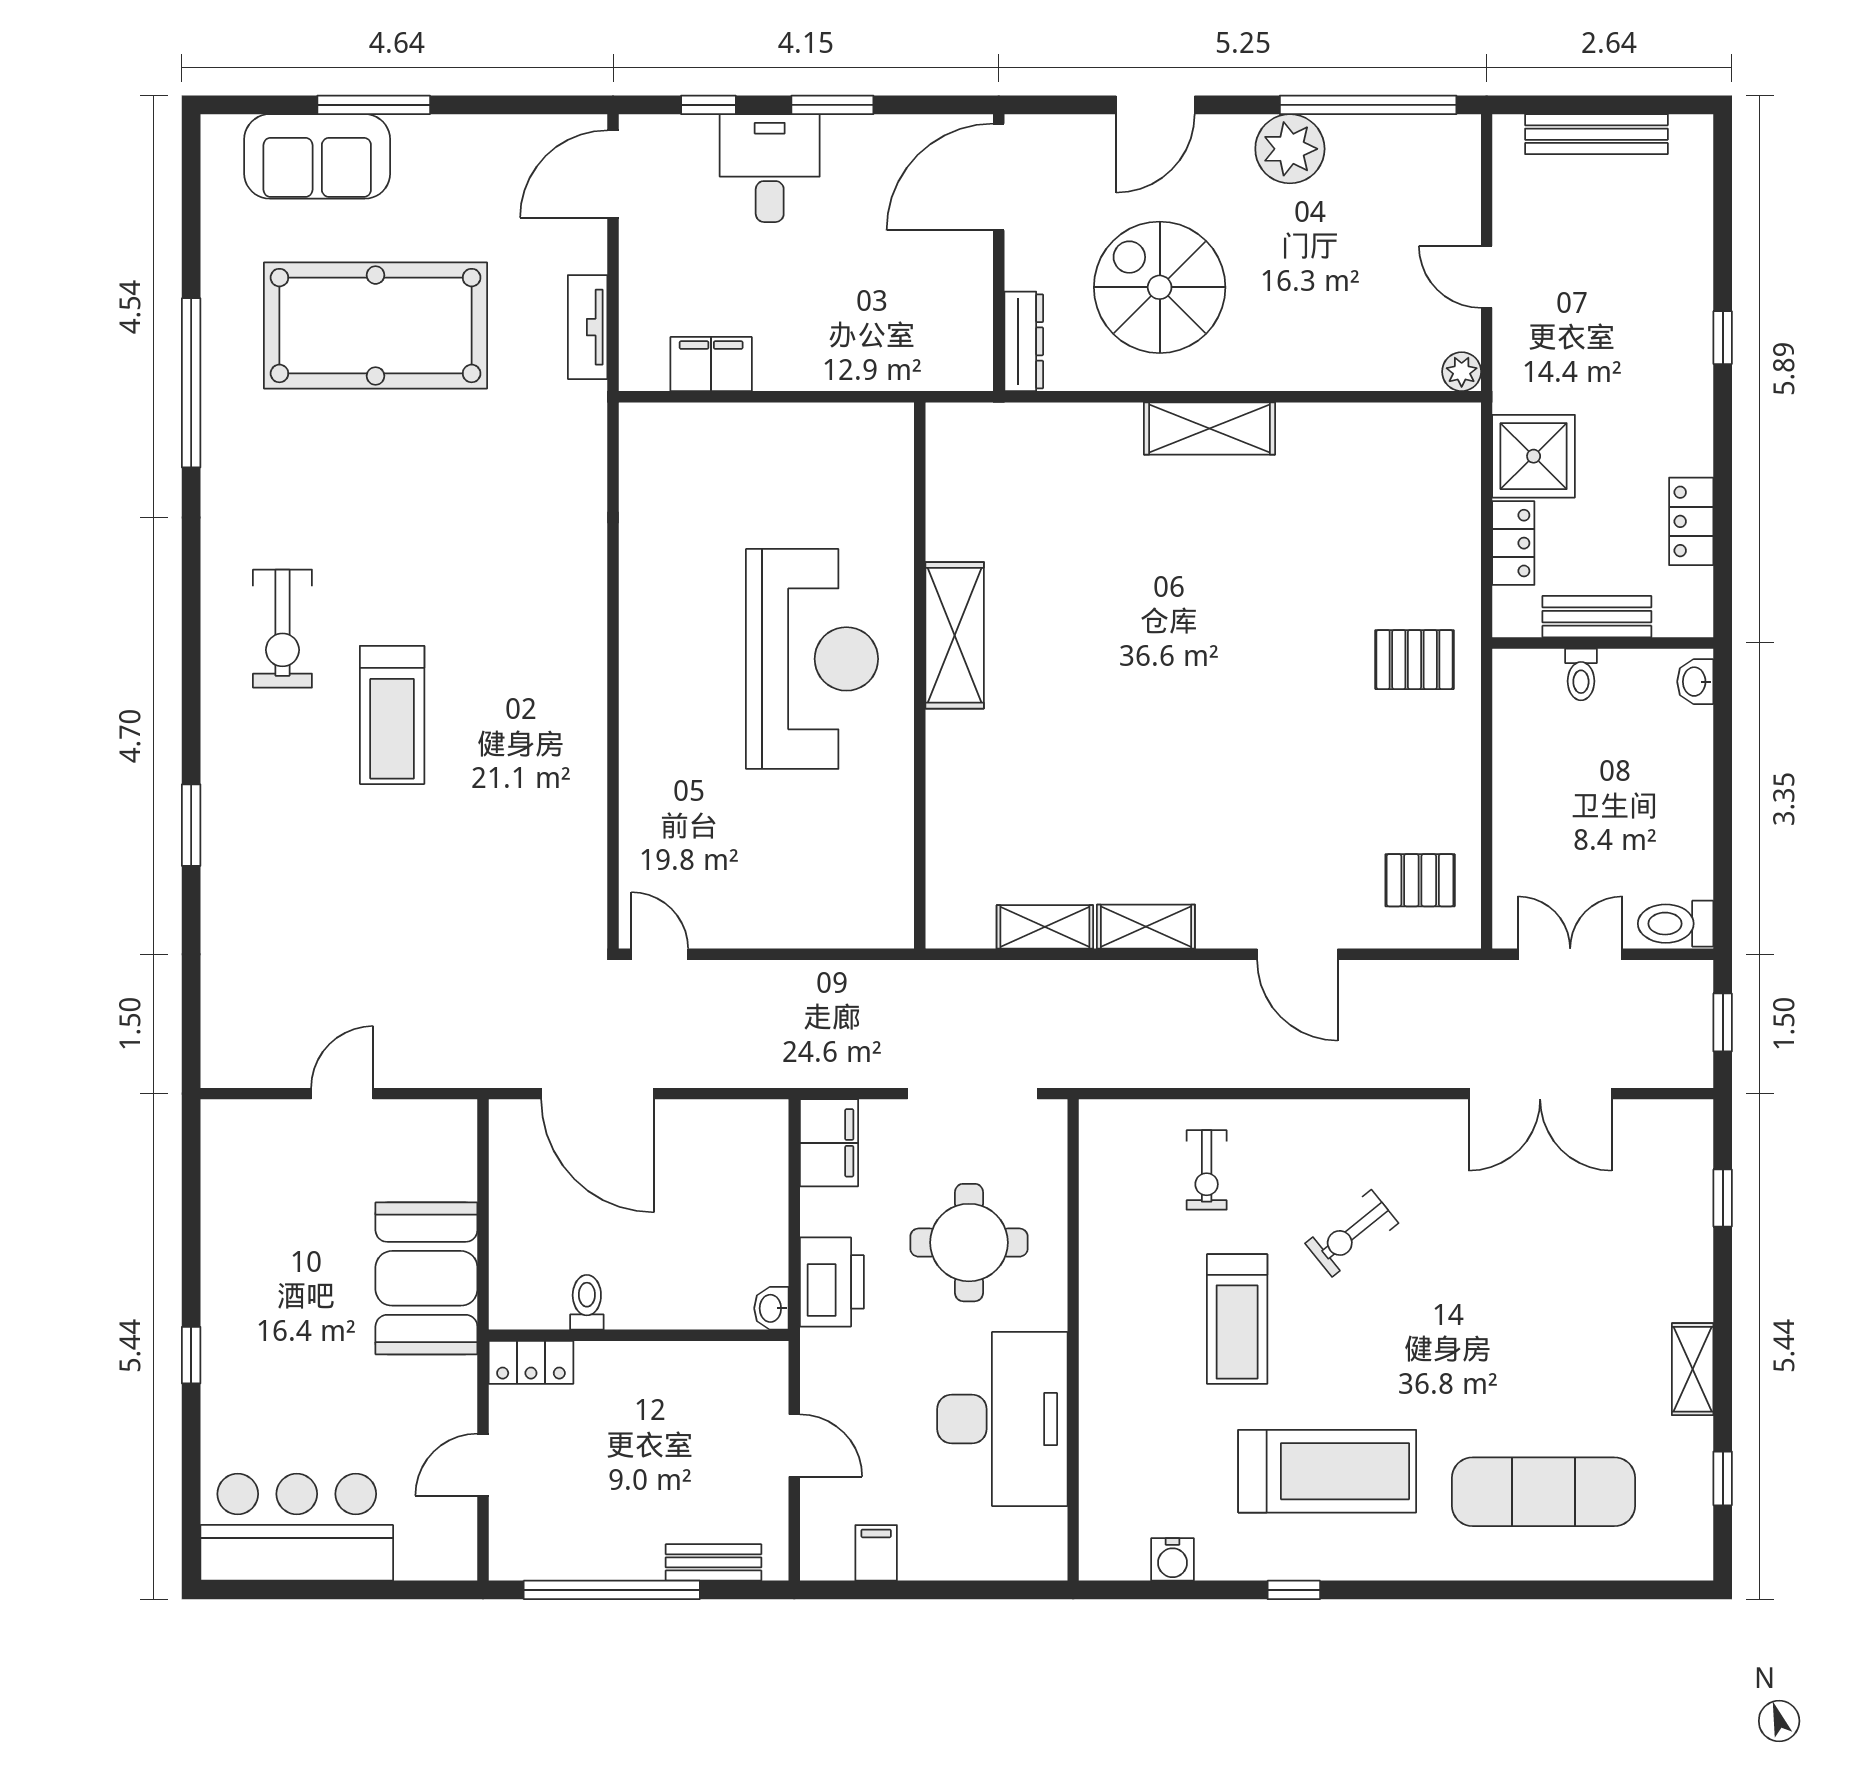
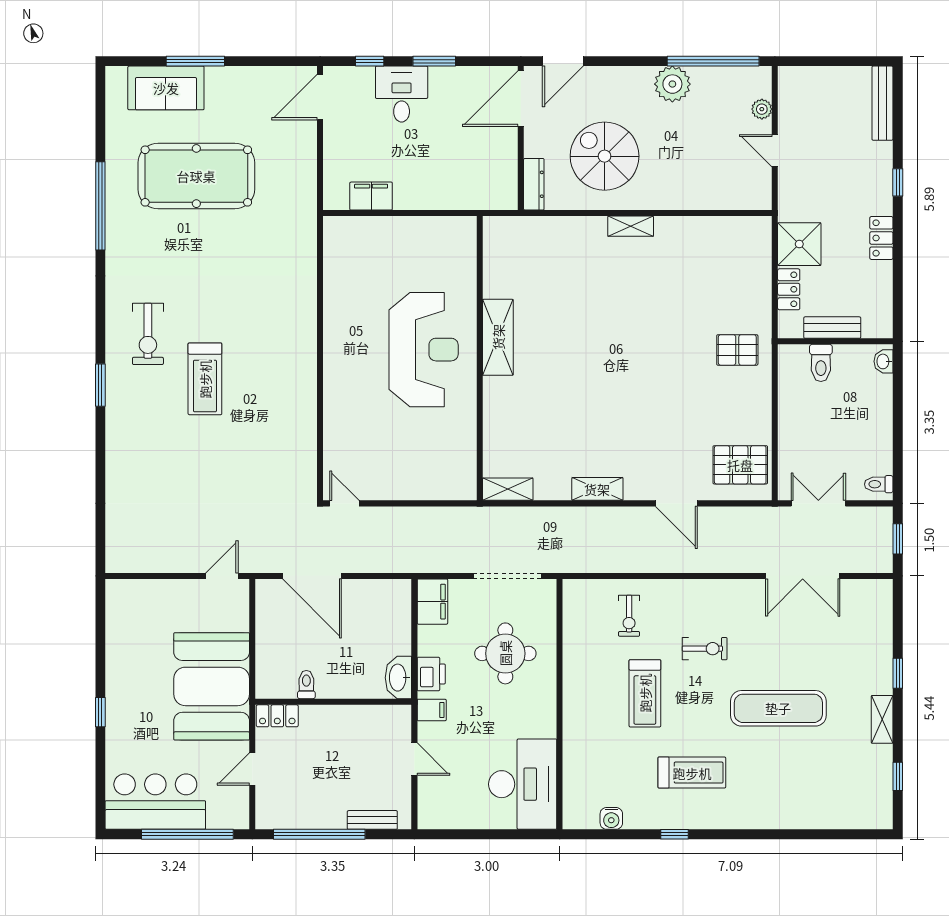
door: (1155, 105) -> (563, 61), moved
bench: (1596, 134) -> (882, 103), moved, turned 90
tv unit: (588, 327) -> (307, 177), removed
plant: (1462, 372) -> (762, 109), moved
shelving: (1210, 428) -> (631, 226), width x0.67, depth x0.75
locker: (1691, 521) -> (881, 238), moved
toilet: (1581, 674) -> (821, 363), width x1.37, depth x1.39
window: (191, 825) -> (100, 385), moved
pallet: (1420, 880) -> (740, 465), width x1.50, depth x1.42
toilet: (1676, 924) -> (879, 484), width x0.73, depth x0.72
shelving: (1045, 927) -> (508, 489), moved
door: (342, 1094) -> (222, 576), moved
window: (1723, 1198) -> (898, 673), moved
exercise bike: (1352, 1233) -> (705, 649), turned -141
booth: (426, 1278) -> (212, 686), width x1.36, depth x1.42
printer: (832, 1282) -> (431, 674), width x0.73, depth x0.84
washbasin: (771, 1308) -> (398, 678), width x1.91, depth x1.45
desk: (1002, 1419) -> (523, 784), moved
treadmill: (1327, 1471) -> (692, 773), width x0.73, depth x0.73
exercise mat: (1543, 1492) -> (778, 708), moved
filing cabinet: (876, 1553) -> (432, 710), moved, turned 90
window: (358, 1590) -> (187, 834), added

